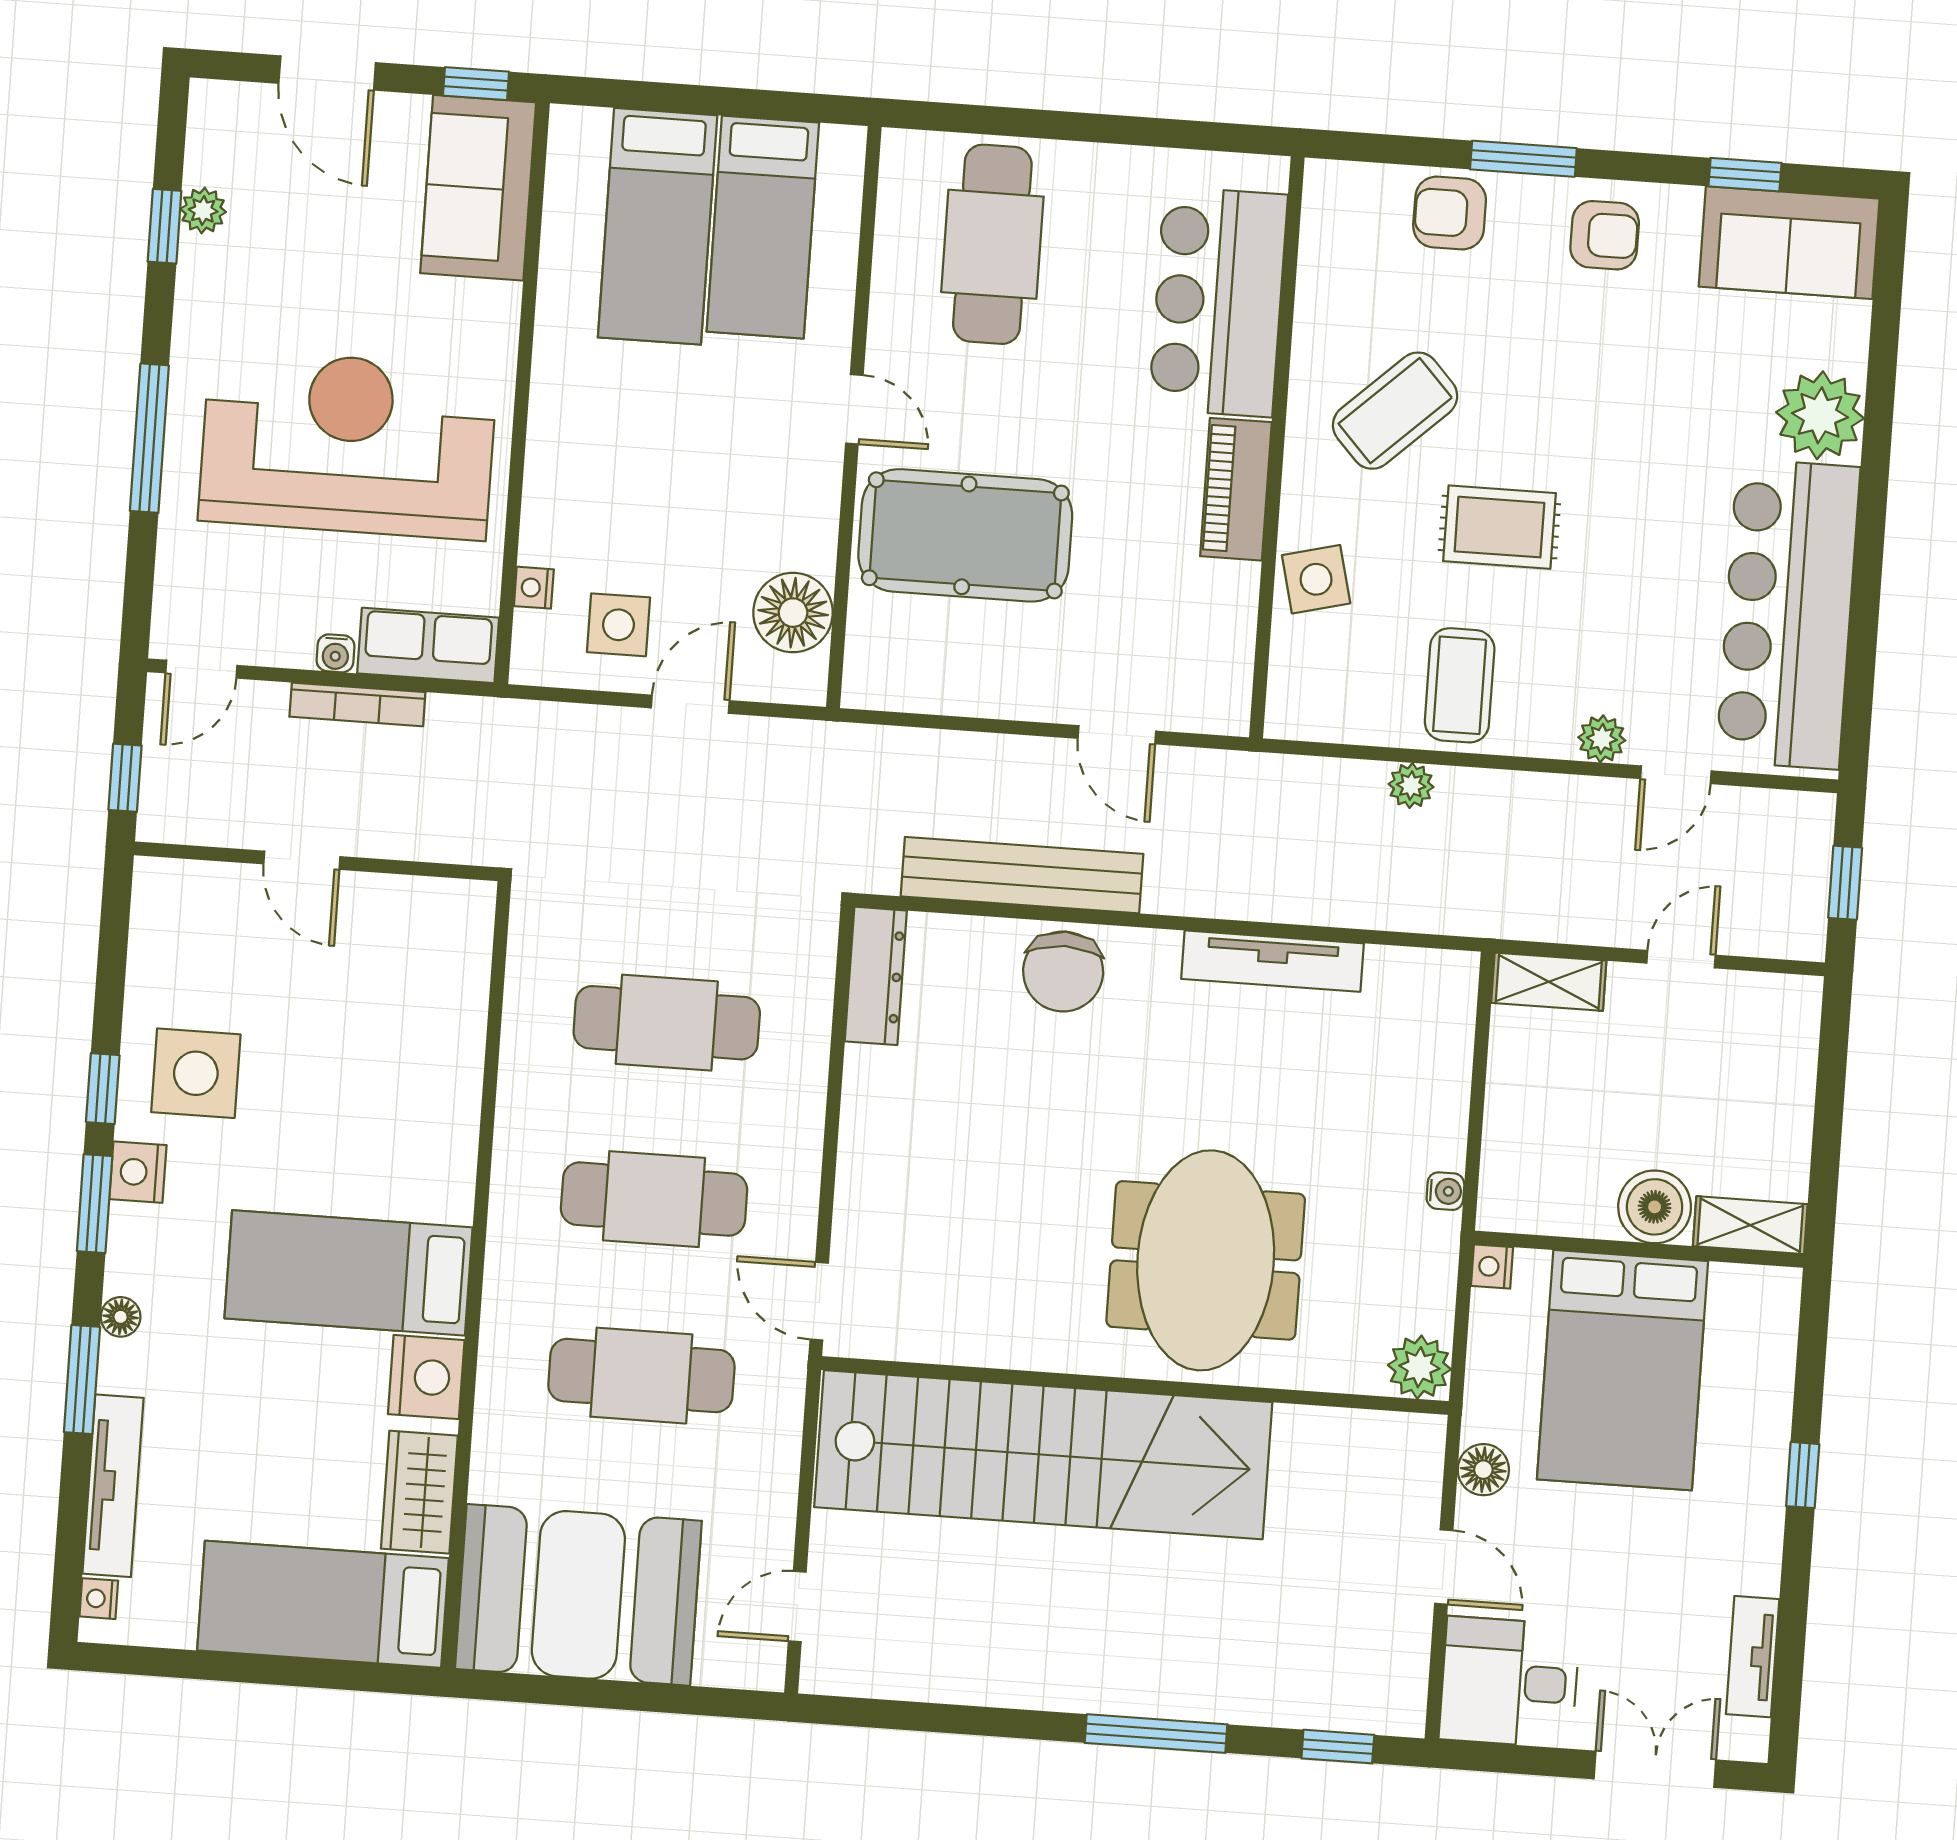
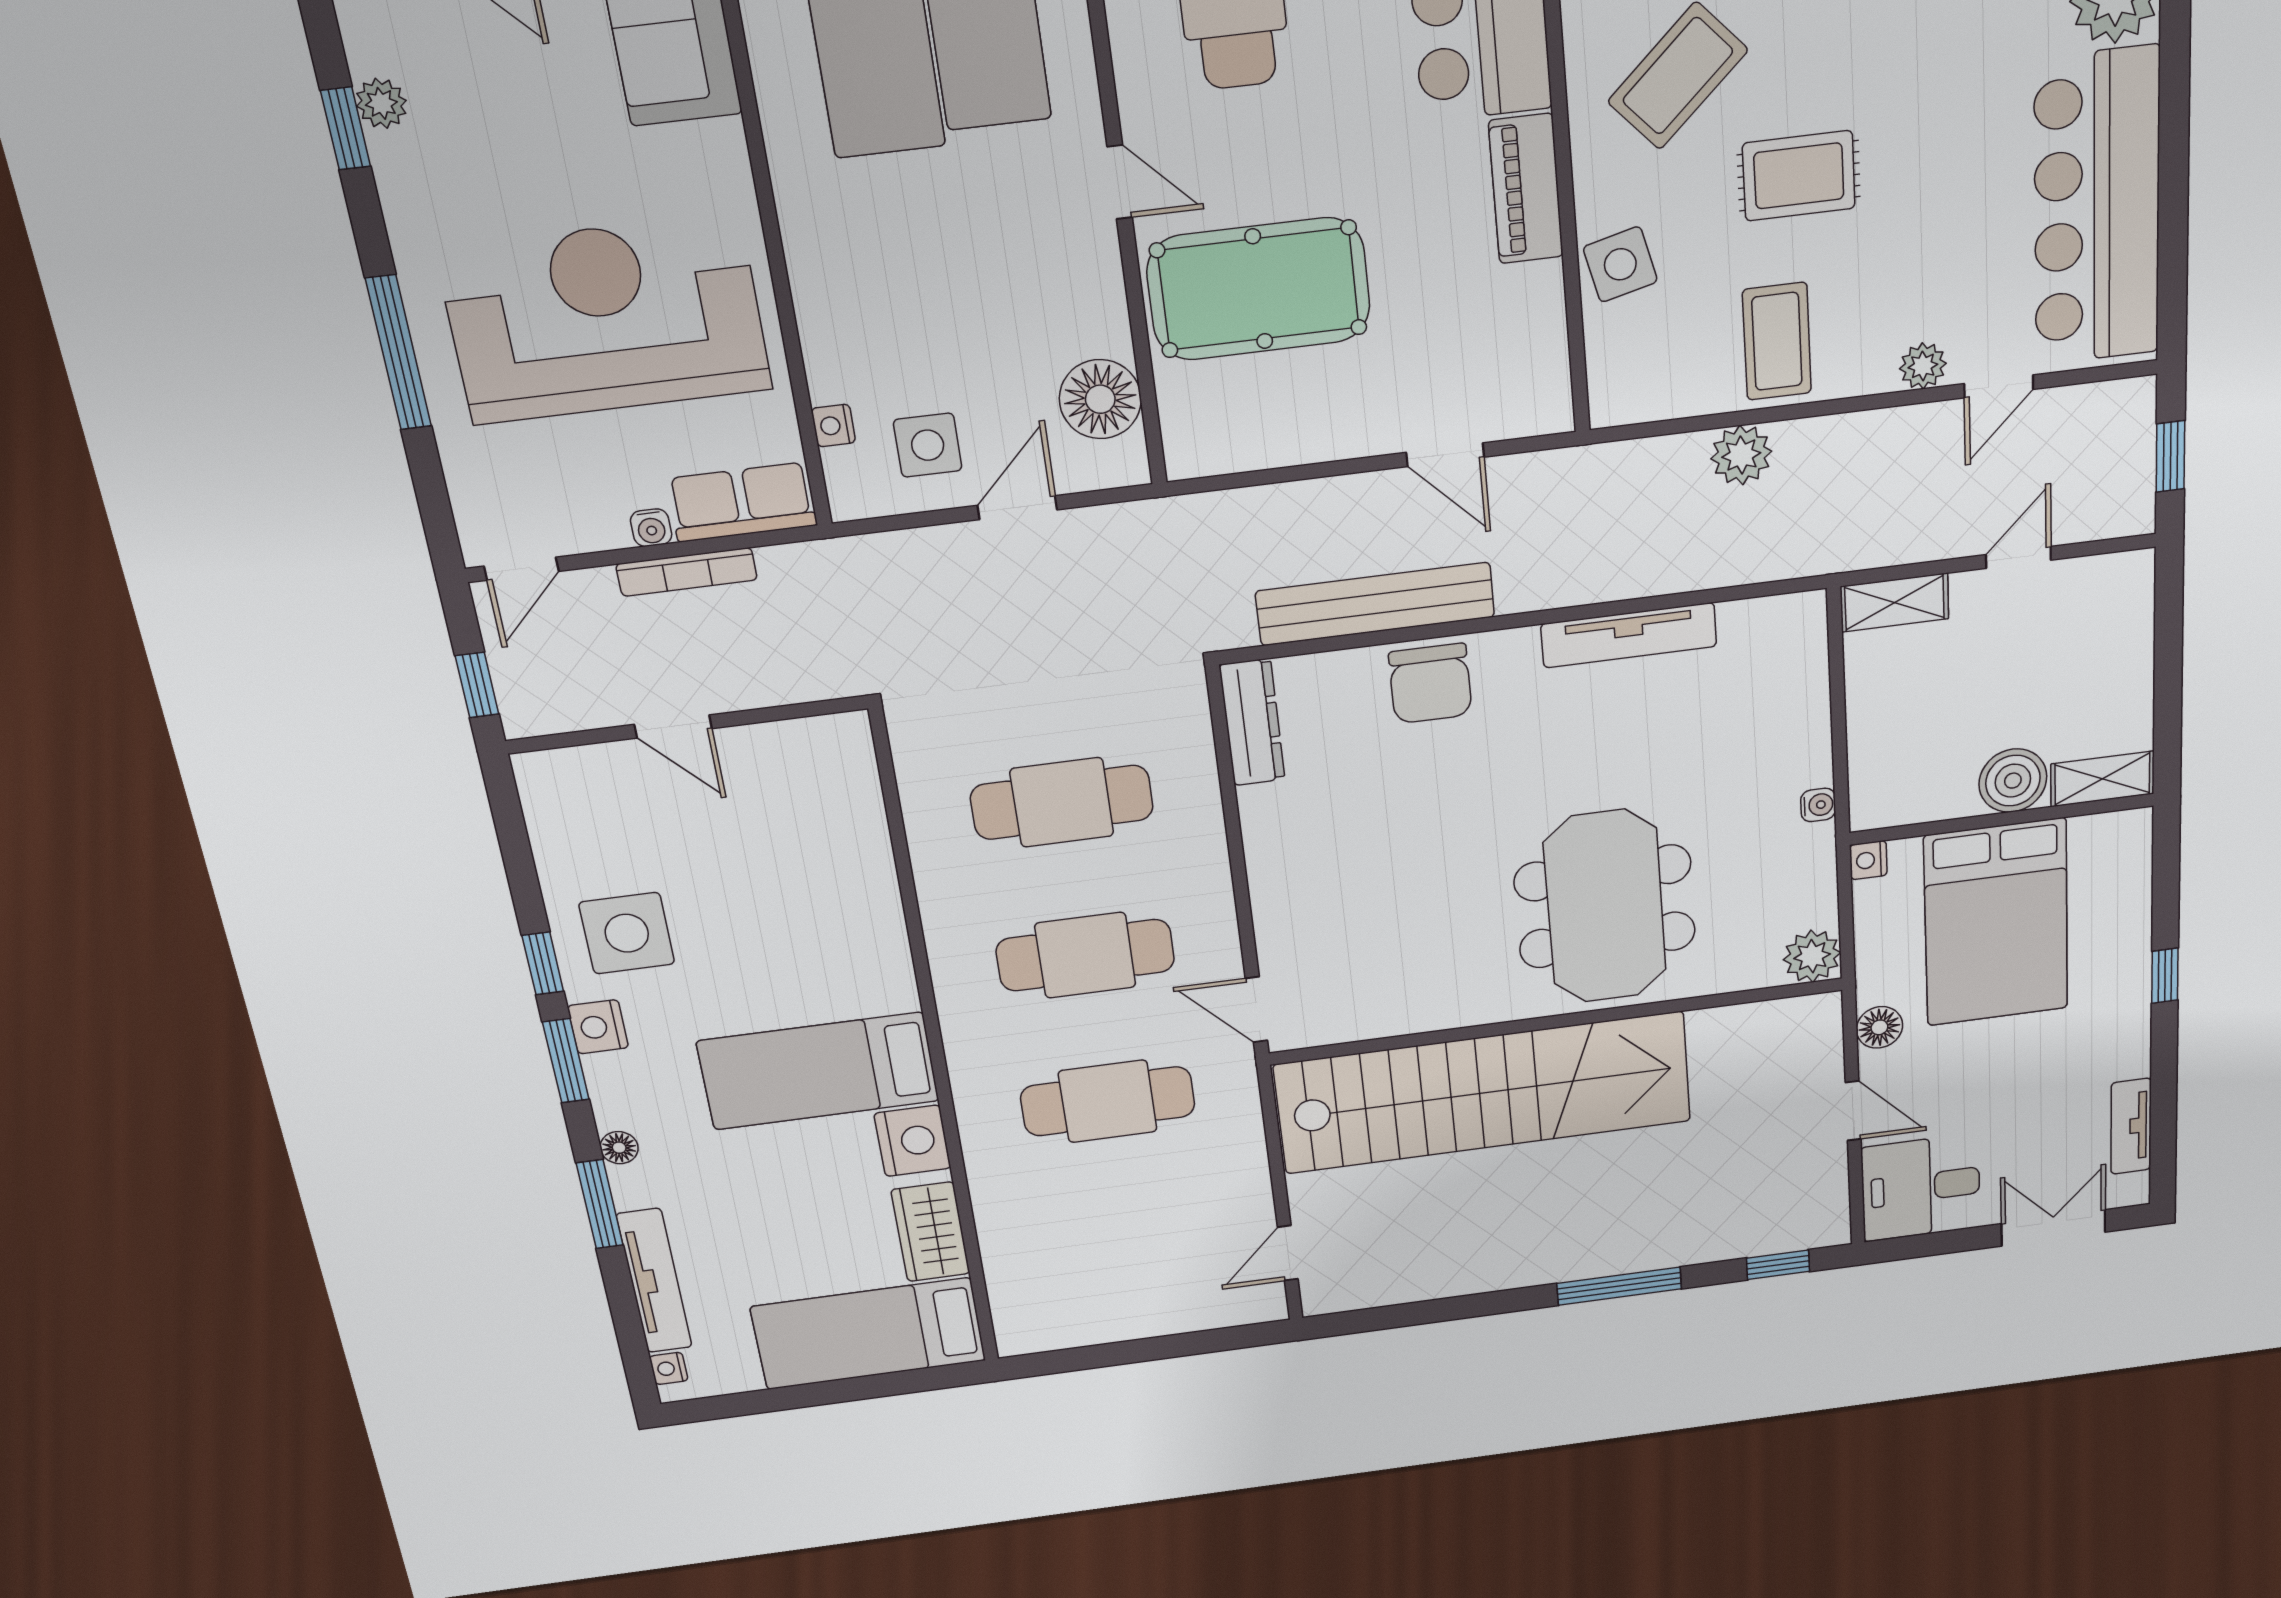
plant: (1411, 785) -> (1741, 455), width x1.38, depth x1.38
booth: (578, 1595) -> (1092, 1282), removed

